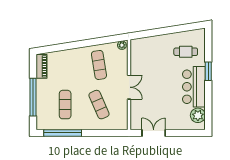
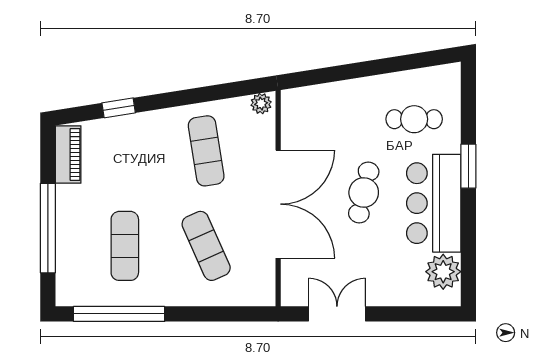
window: (63, 47) -> (119, 108), added
cafe table: (165, 82) -> (364, 193), added
double door: (129, 87) -> (278, 204), width x1.87

